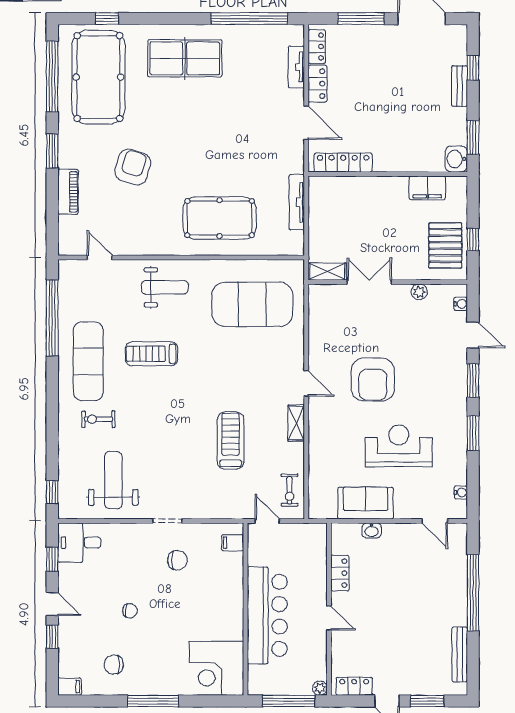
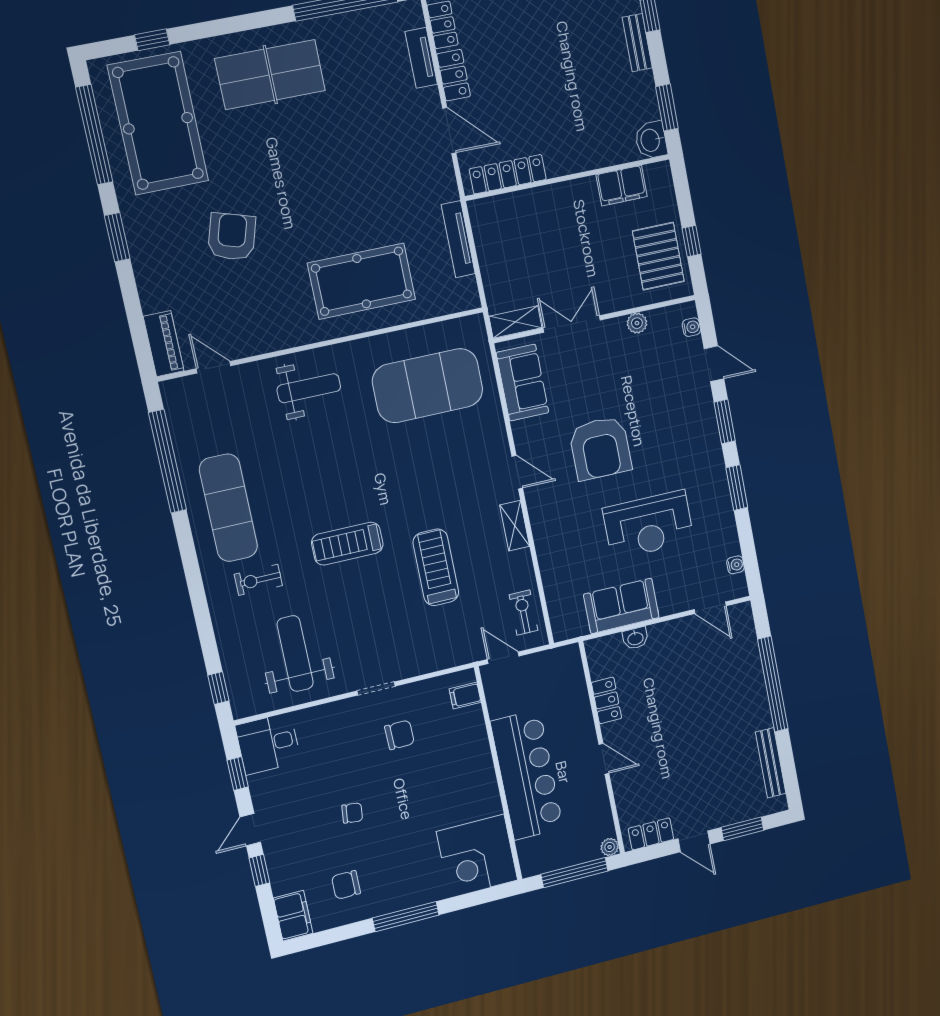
piano: (68, 192) -> (164, 344), moved
sofa: (324, 317) -> (522, 383), added
treadmill: (152, 354) -> (347, 544), moved
reception desk: (399, 446) -> (648, 525), turned 180
exercise bike: (290, 490) -> (523, 613), turned 180
door: (52, 604) -> (250, 830), swing flipped
filing cabinet: (70, 687) -> (293, 916), width x2.00

